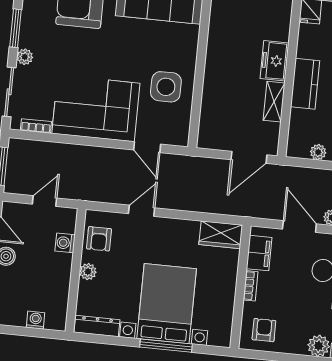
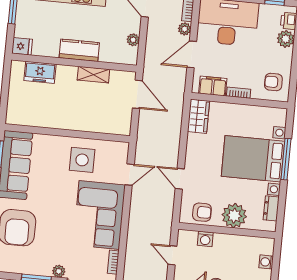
freezer: (275, 61) -> (40, 72), moved
plant: (88, 272) -> (234, 216), width x1.88, depth x1.88
dresser: (97, 326) -> (271, 208), width x0.70

